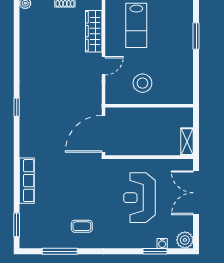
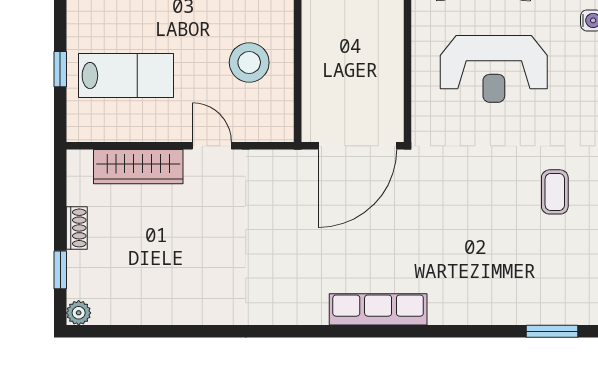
window: (17, 107) -> (301, 331), removed
door: (104, 134) -> (357, 146), hinge flipped
row of seats: (27, 181) -> (378, 309), moved

